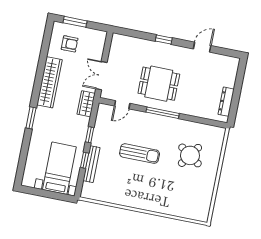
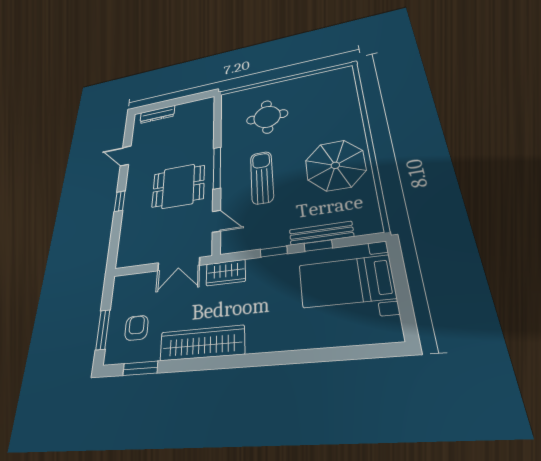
dining table: (159, 84) -> (178, 186), turned 90
dresser: (226, 102) -> (157, 114), moved
window: (31, 118) -> (140, 368), moved
sun lounger: (140, 154) -> (262, 177), moved
round table: (190, 155) -> (267, 117), turned -35
parasol: (133, 186) -> (335, 165), added

